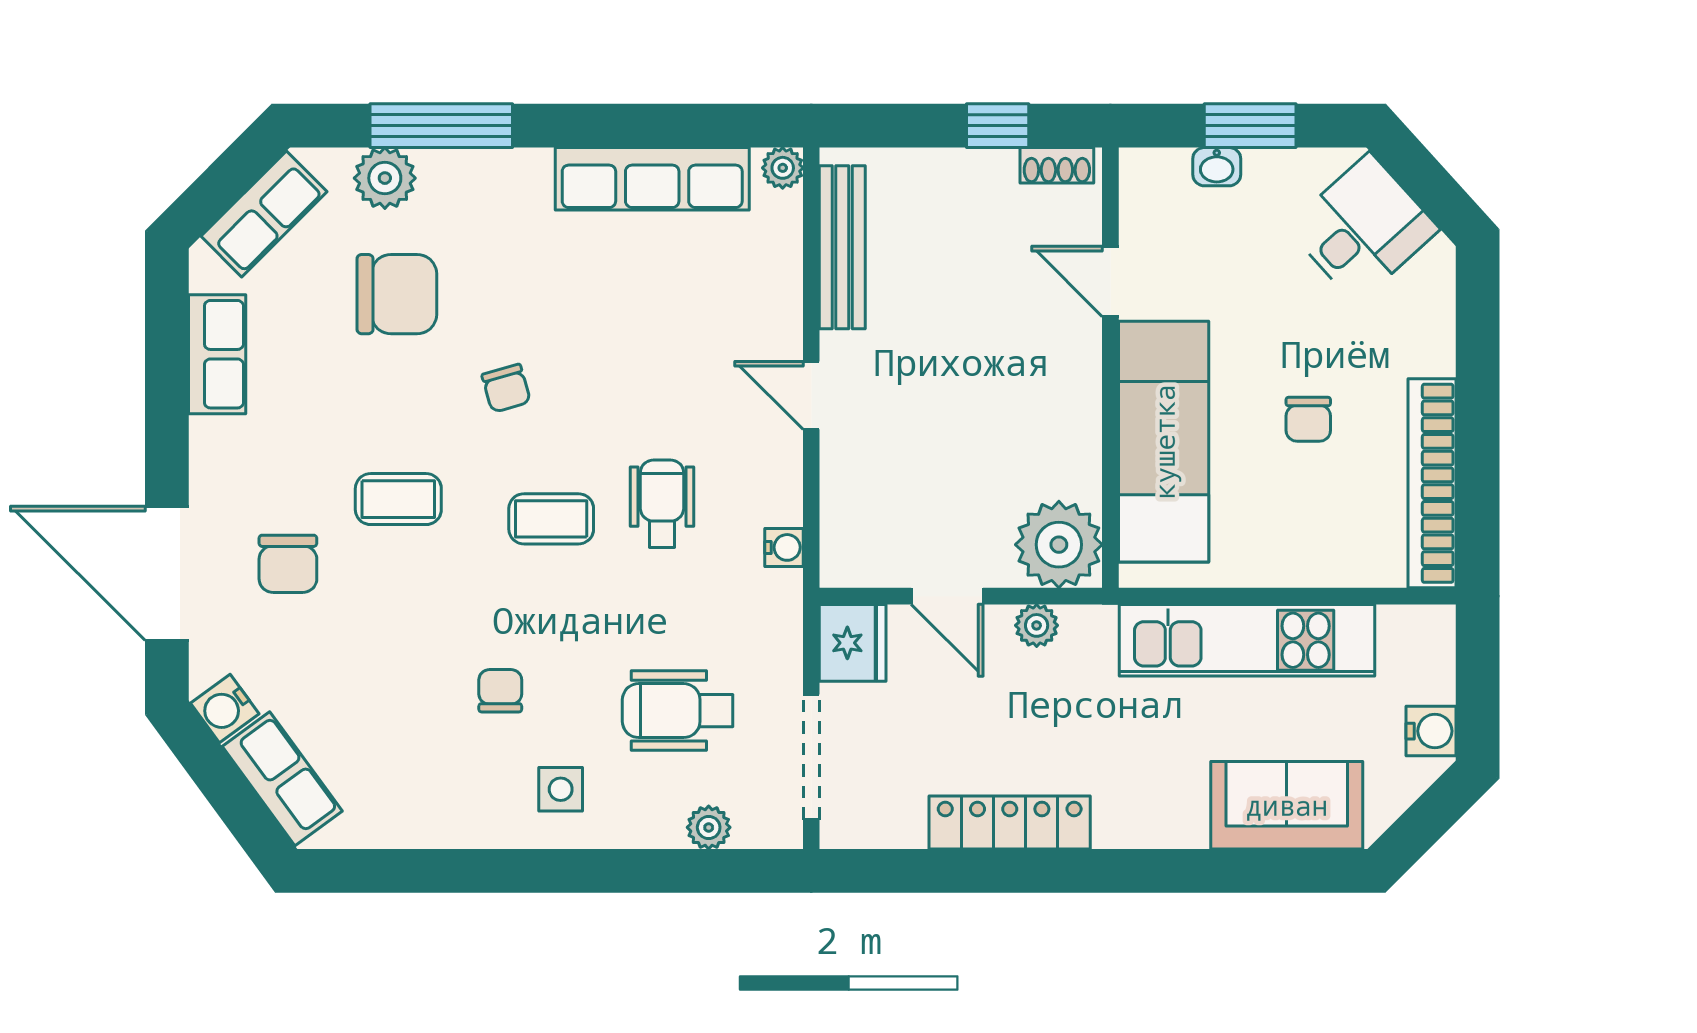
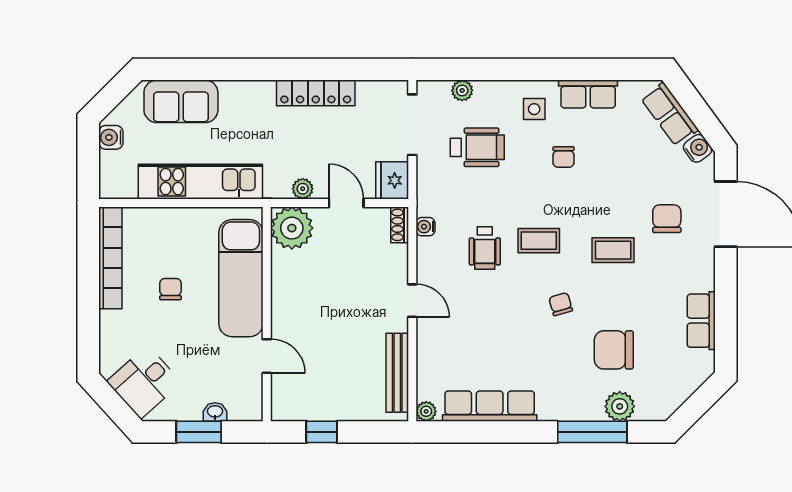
shoe rack: (1057, 165) -> (400, 225), moved, turned -90
row of seats: (264, 214) -> (588, 94), moved, turned -135

